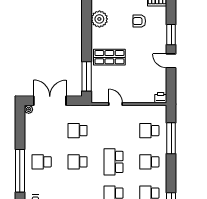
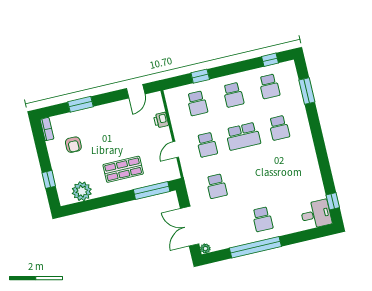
shop shelf: (109, 57) -> (123, 169), turned 90
door: (171, 61) -> (136, 91), moved
printer: (161, 98) -> (161, 120), moved
window: (171, 138) -> (200, 76), width x0.46
school desk: (78, 162) -> (207, 145), moved
window: (20, 171) -> (255, 247), moved

